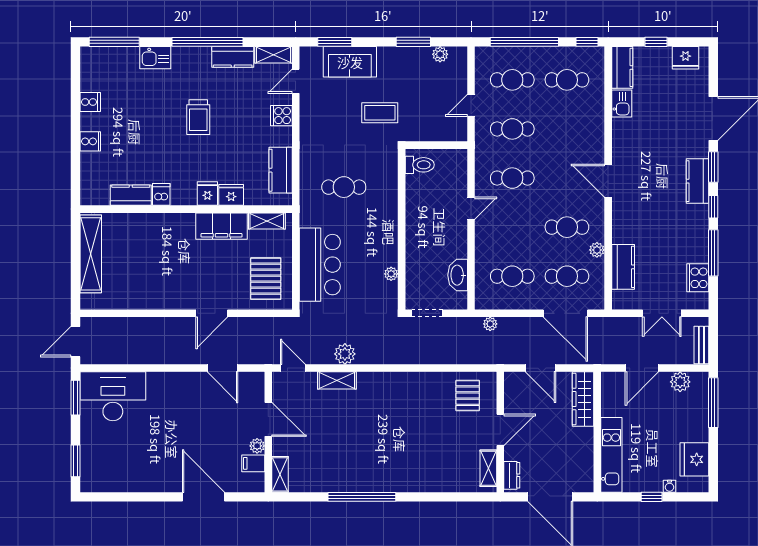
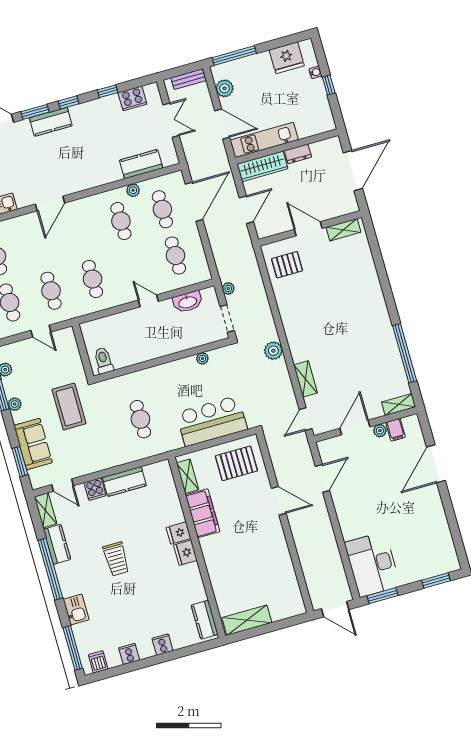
plant: (399, 54) -> (15, 404), added
coffee table: (380, 113) -> (69, 407), width x1.36, depth x1.32
trolley: (198, 117) -> (116, 559), turned 90
kitchen counter: (281, 170) -> (124, 482), moved
door: (608, 181) -> (50, 204), moved
dishwasher: (161, 194) -> (98, 662), moved, turned 90
kitchen counter: (131, 195) -> (205, 620), moved
fridge: (231, 195) -> (185, 553), moved
door: (471, 208) -> (148, 301), moved
window: (713, 253) -> (108, 91), width x0.46
shelving: (91, 254) -> (247, 620), width x0.68
plant: (490, 324) -> (228, 288), moved
plant: (345, 354) -> (273, 351), moved
kitchen unit: (611, 455) -> (264, 140), moved
dresser: (512, 475) -> (298, 154), moved, turned 180
window: (362, 497) -> (405, 353), moved

